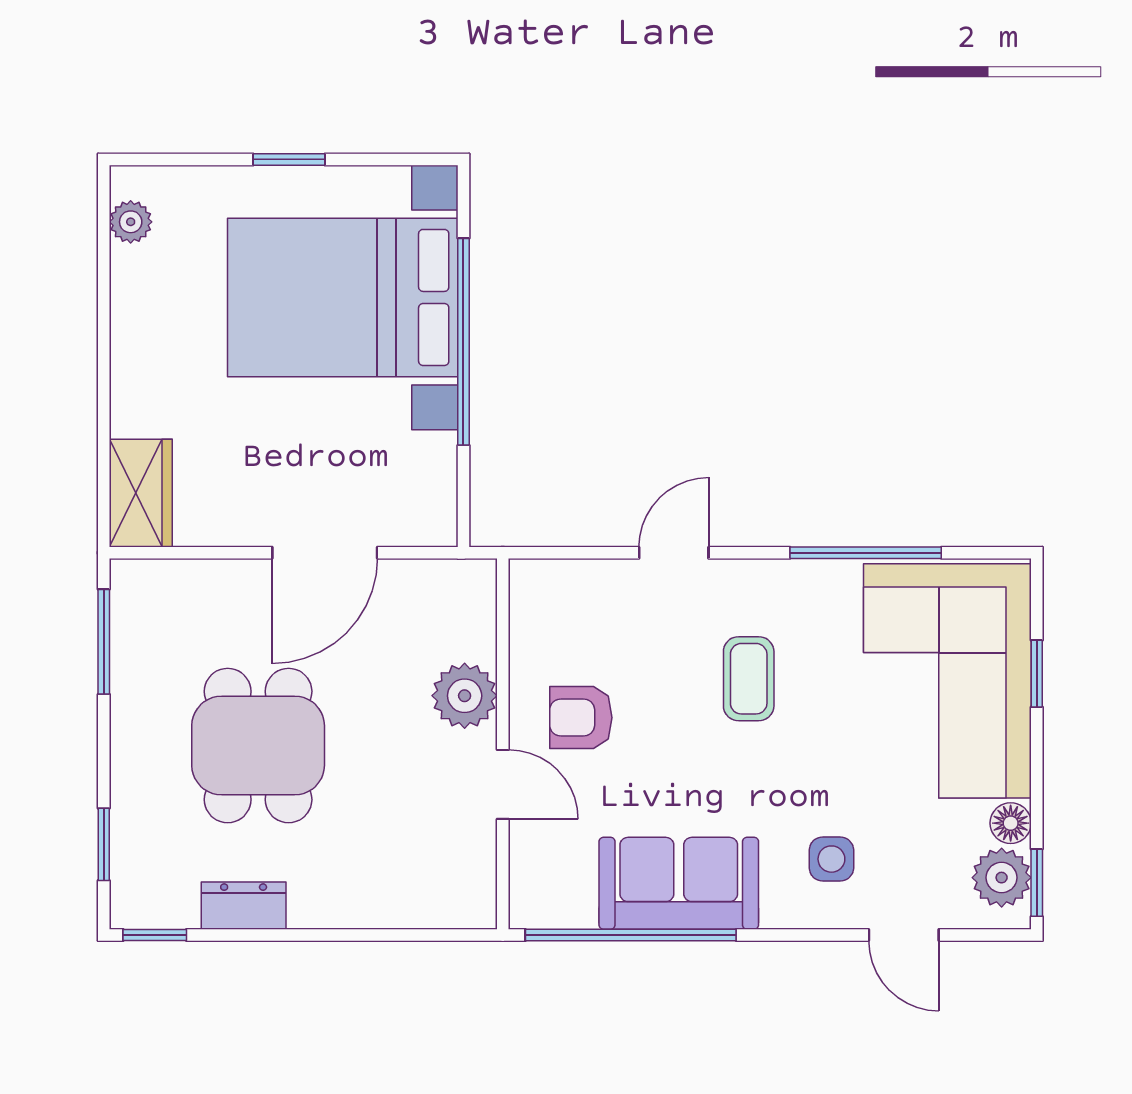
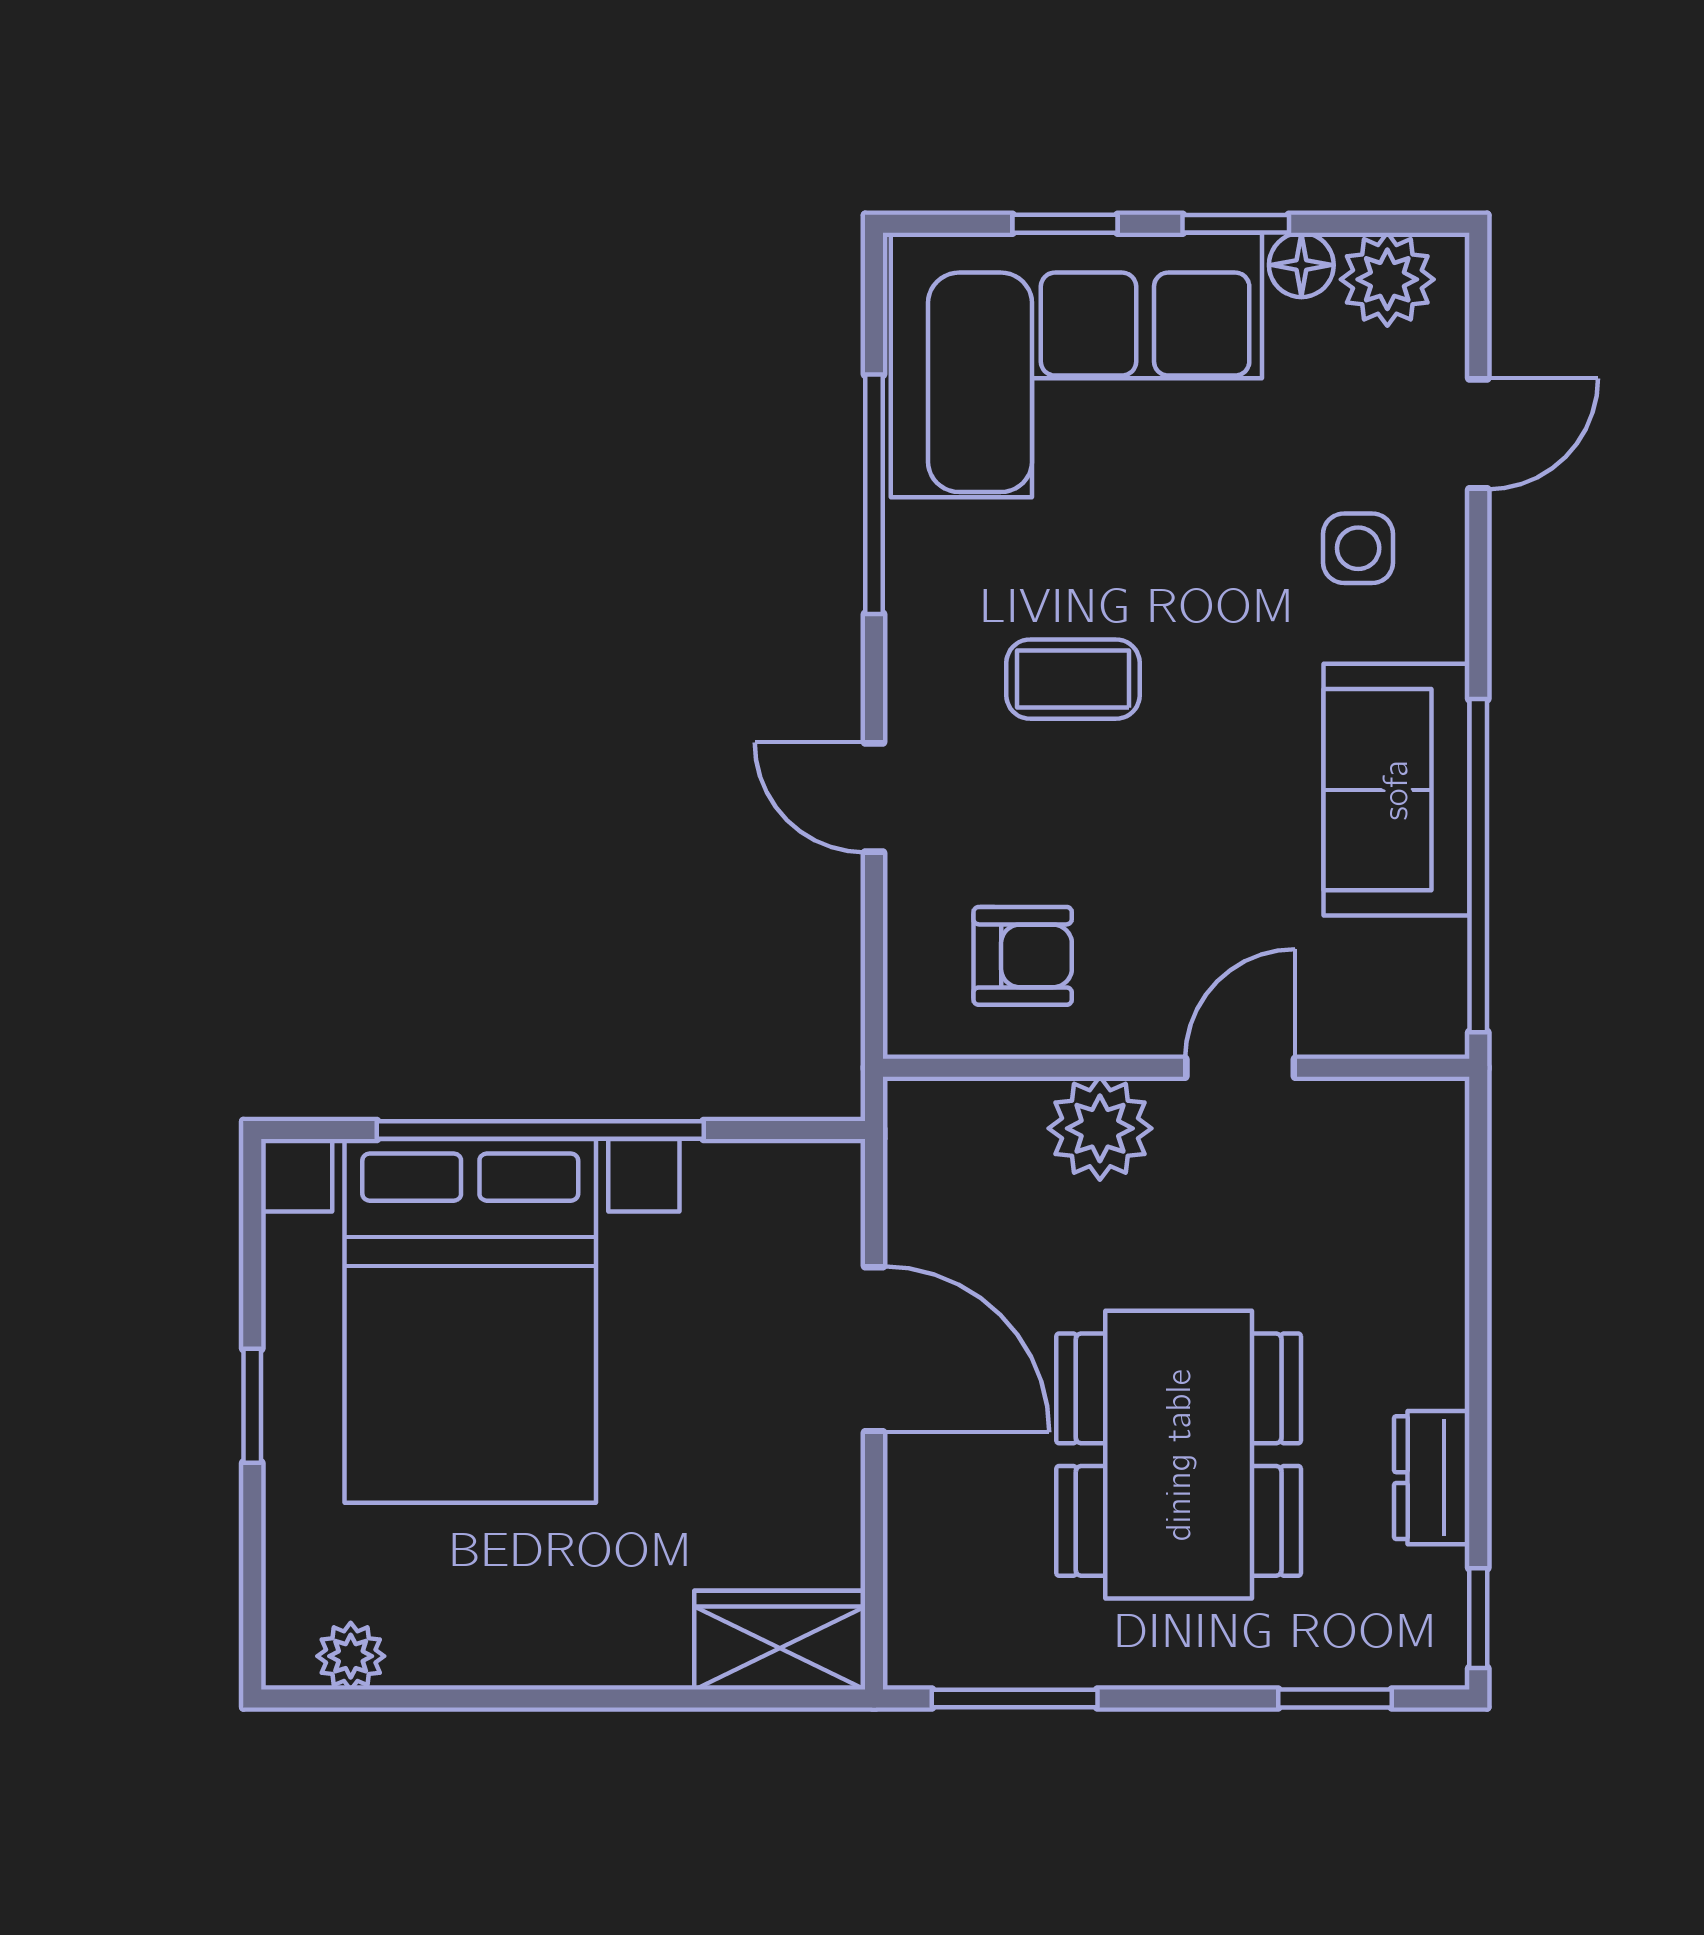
armchair: (581, 718) -> (1023, 956), moved, turned -90
dining table: (258, 746) -> (1179, 1455), width x1.38
window: (1037, 883) -> (1236, 224), moved

